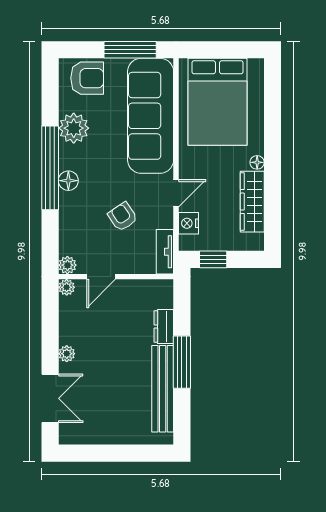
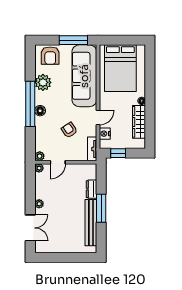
armchair: (87, 78) -> (50, 56), turned 90

